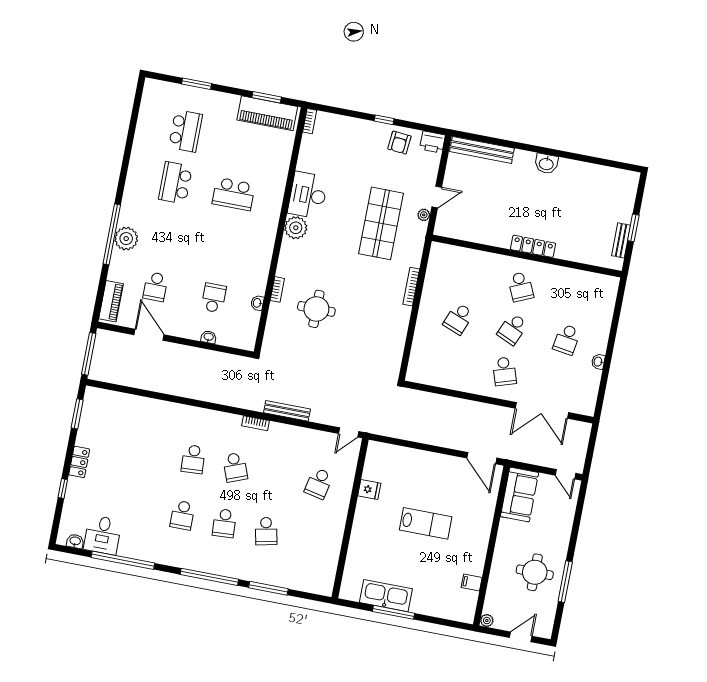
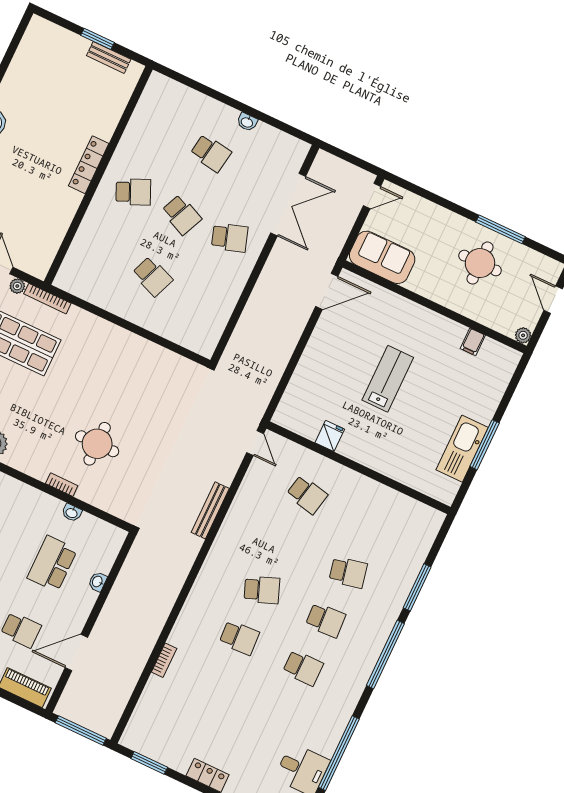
bookcase: (411, 287) -> (47, 299), moved
school desk: (214, 298) -> (52, 564), width x1.85
bookcase: (255, 423) -> (164, 660), moved

